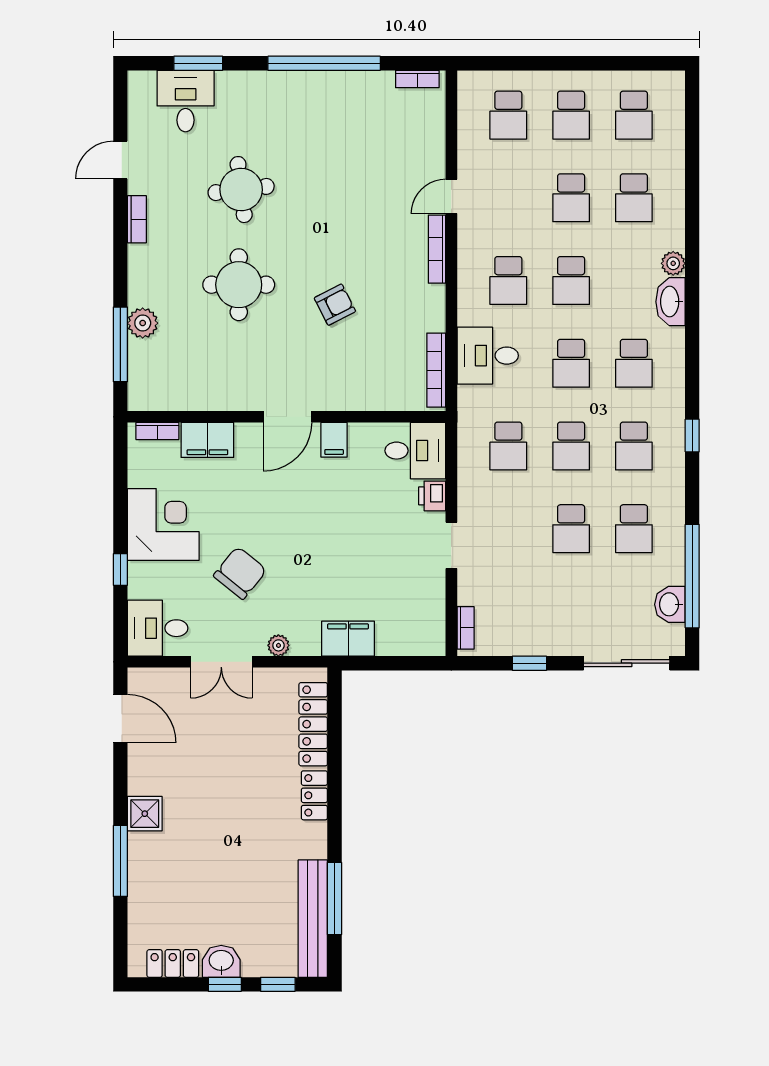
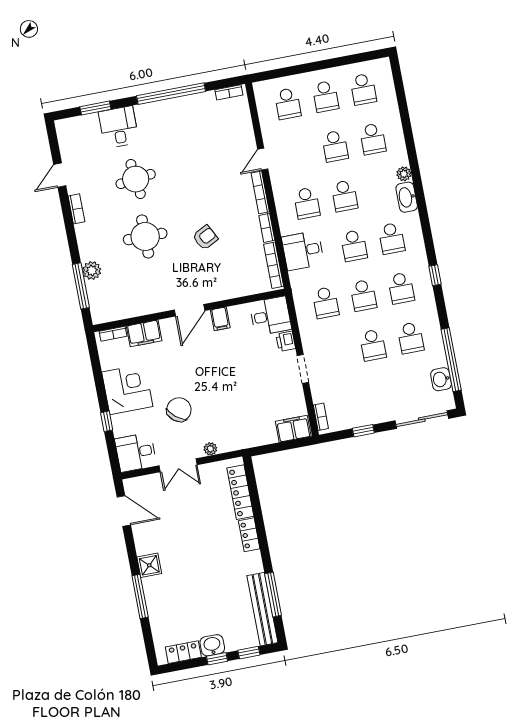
desk: (186, 101) -> (119, 127), moved
bookcase: (437, 308) -> (267, 228), added
filing cabinet: (348, 639) -> (293, 429), moved

